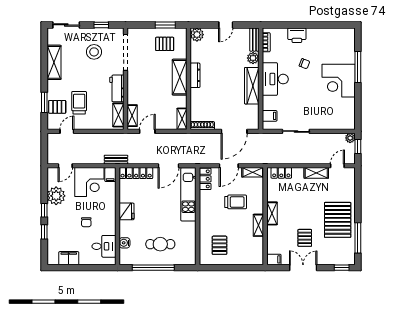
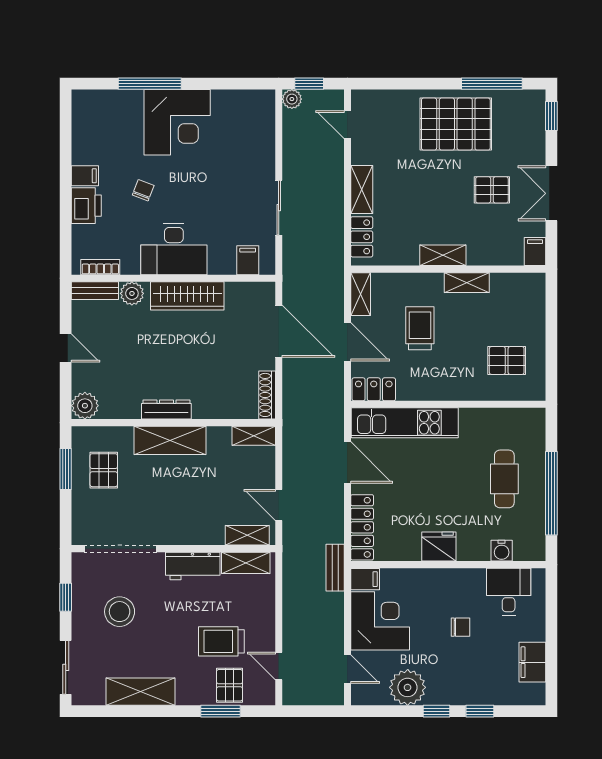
filing cabinet: (312, 35) -> (85, 176), added
shelving: (316, 173) -> (362, 189), moved

